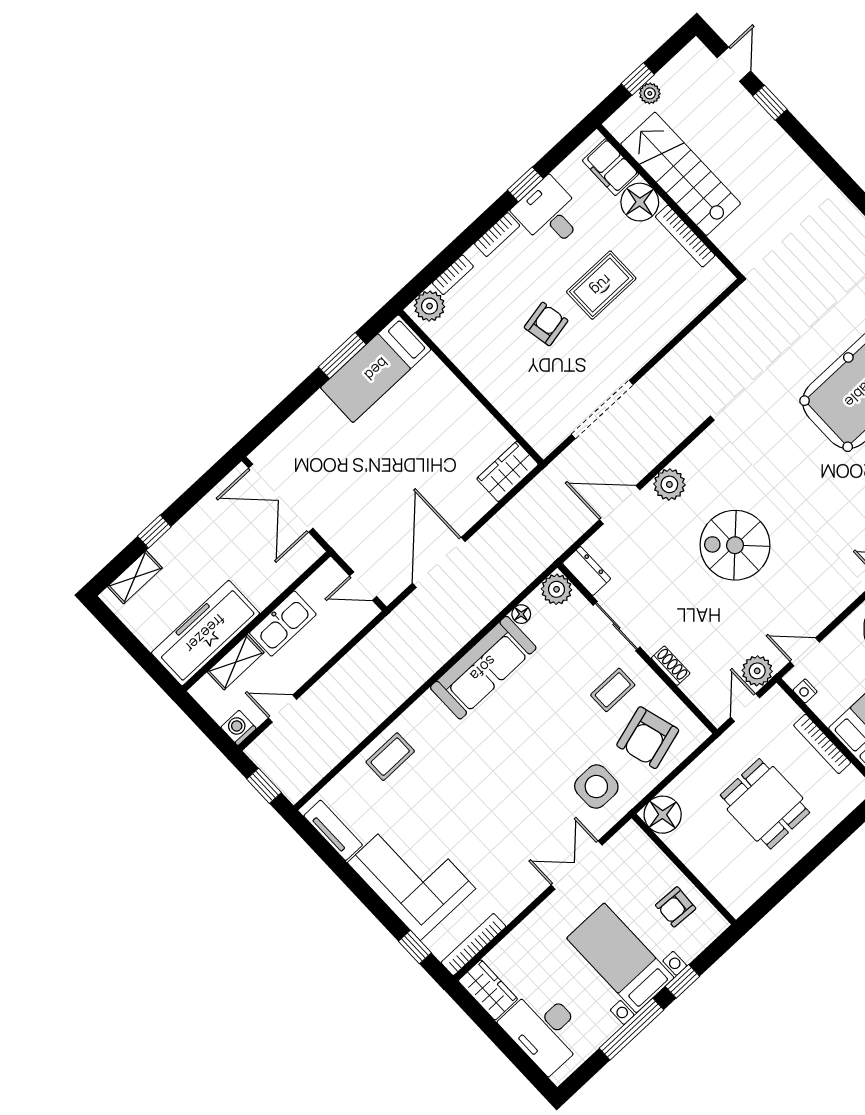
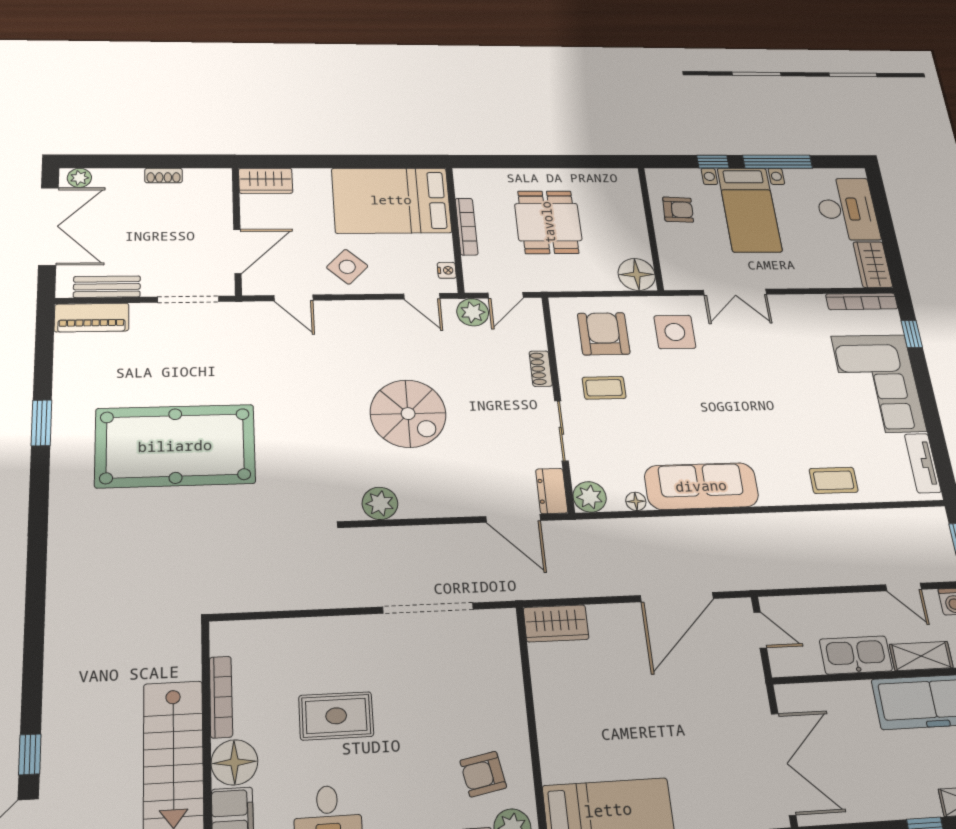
armchair: (546, 324) -> (483, 774), moved
plant: (669, 484) -> (380, 503), moved
door: (620, 505) -> (513, 518), moved
armchair: (648, 738) -> (604, 334), turned -74

